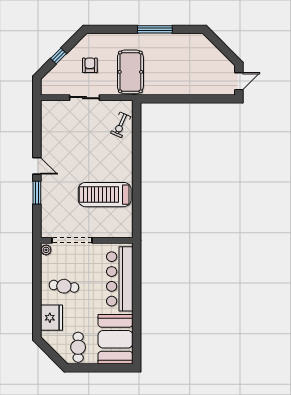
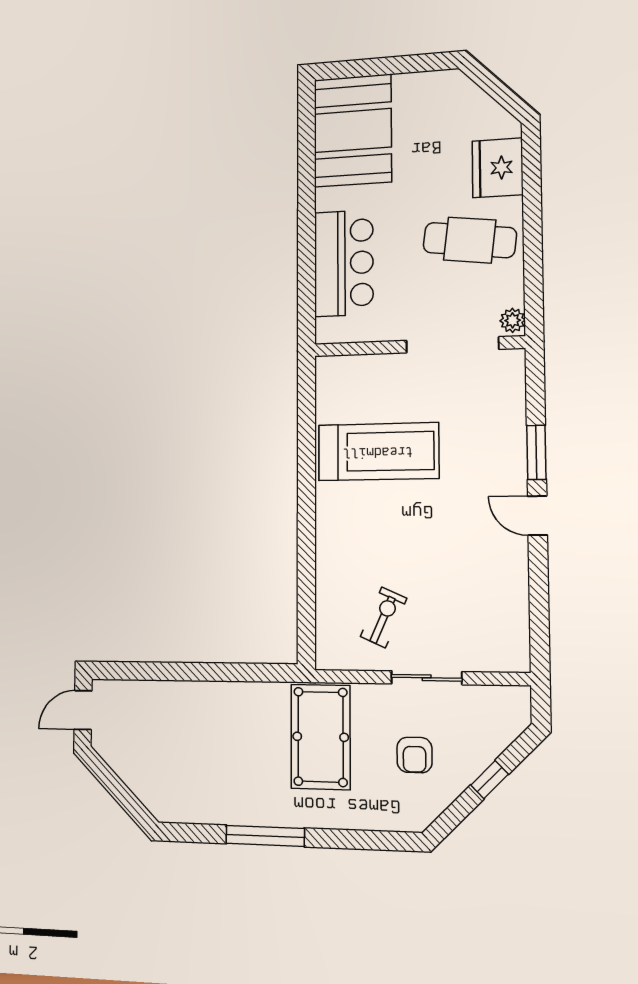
exercise bike: (121, 125) -> (384, 617), moved
bar counter: (120, 279) -> (344, 263), width x0.73
cafe table: (64, 286) -> (470, 240), width x1.37, depth x1.35
cafe table: (78, 347) -> (436, 107), removed

